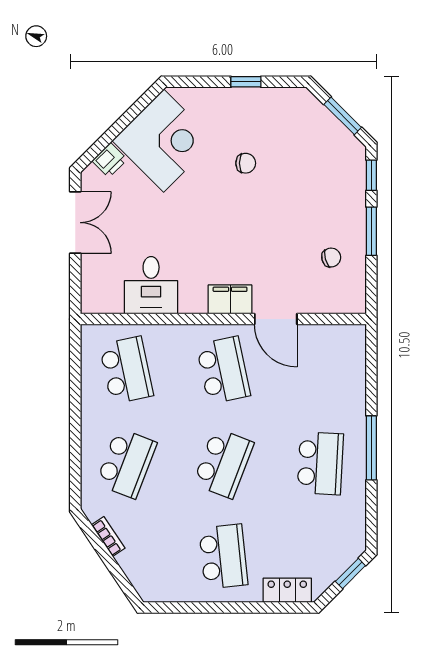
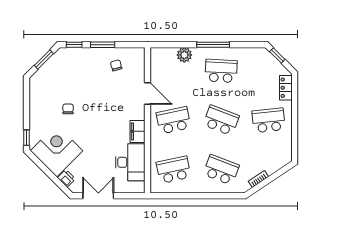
window: (246, 82) -> (26, 138), moved
desk: (151, 285) -> (130, 162), width x1.37
filing cabinet: (230, 299) -> (137, 131), moved
door: (276, 319) -> (148, 94), hinge flipped
plant: (352, 391) -> (184, 55), added

